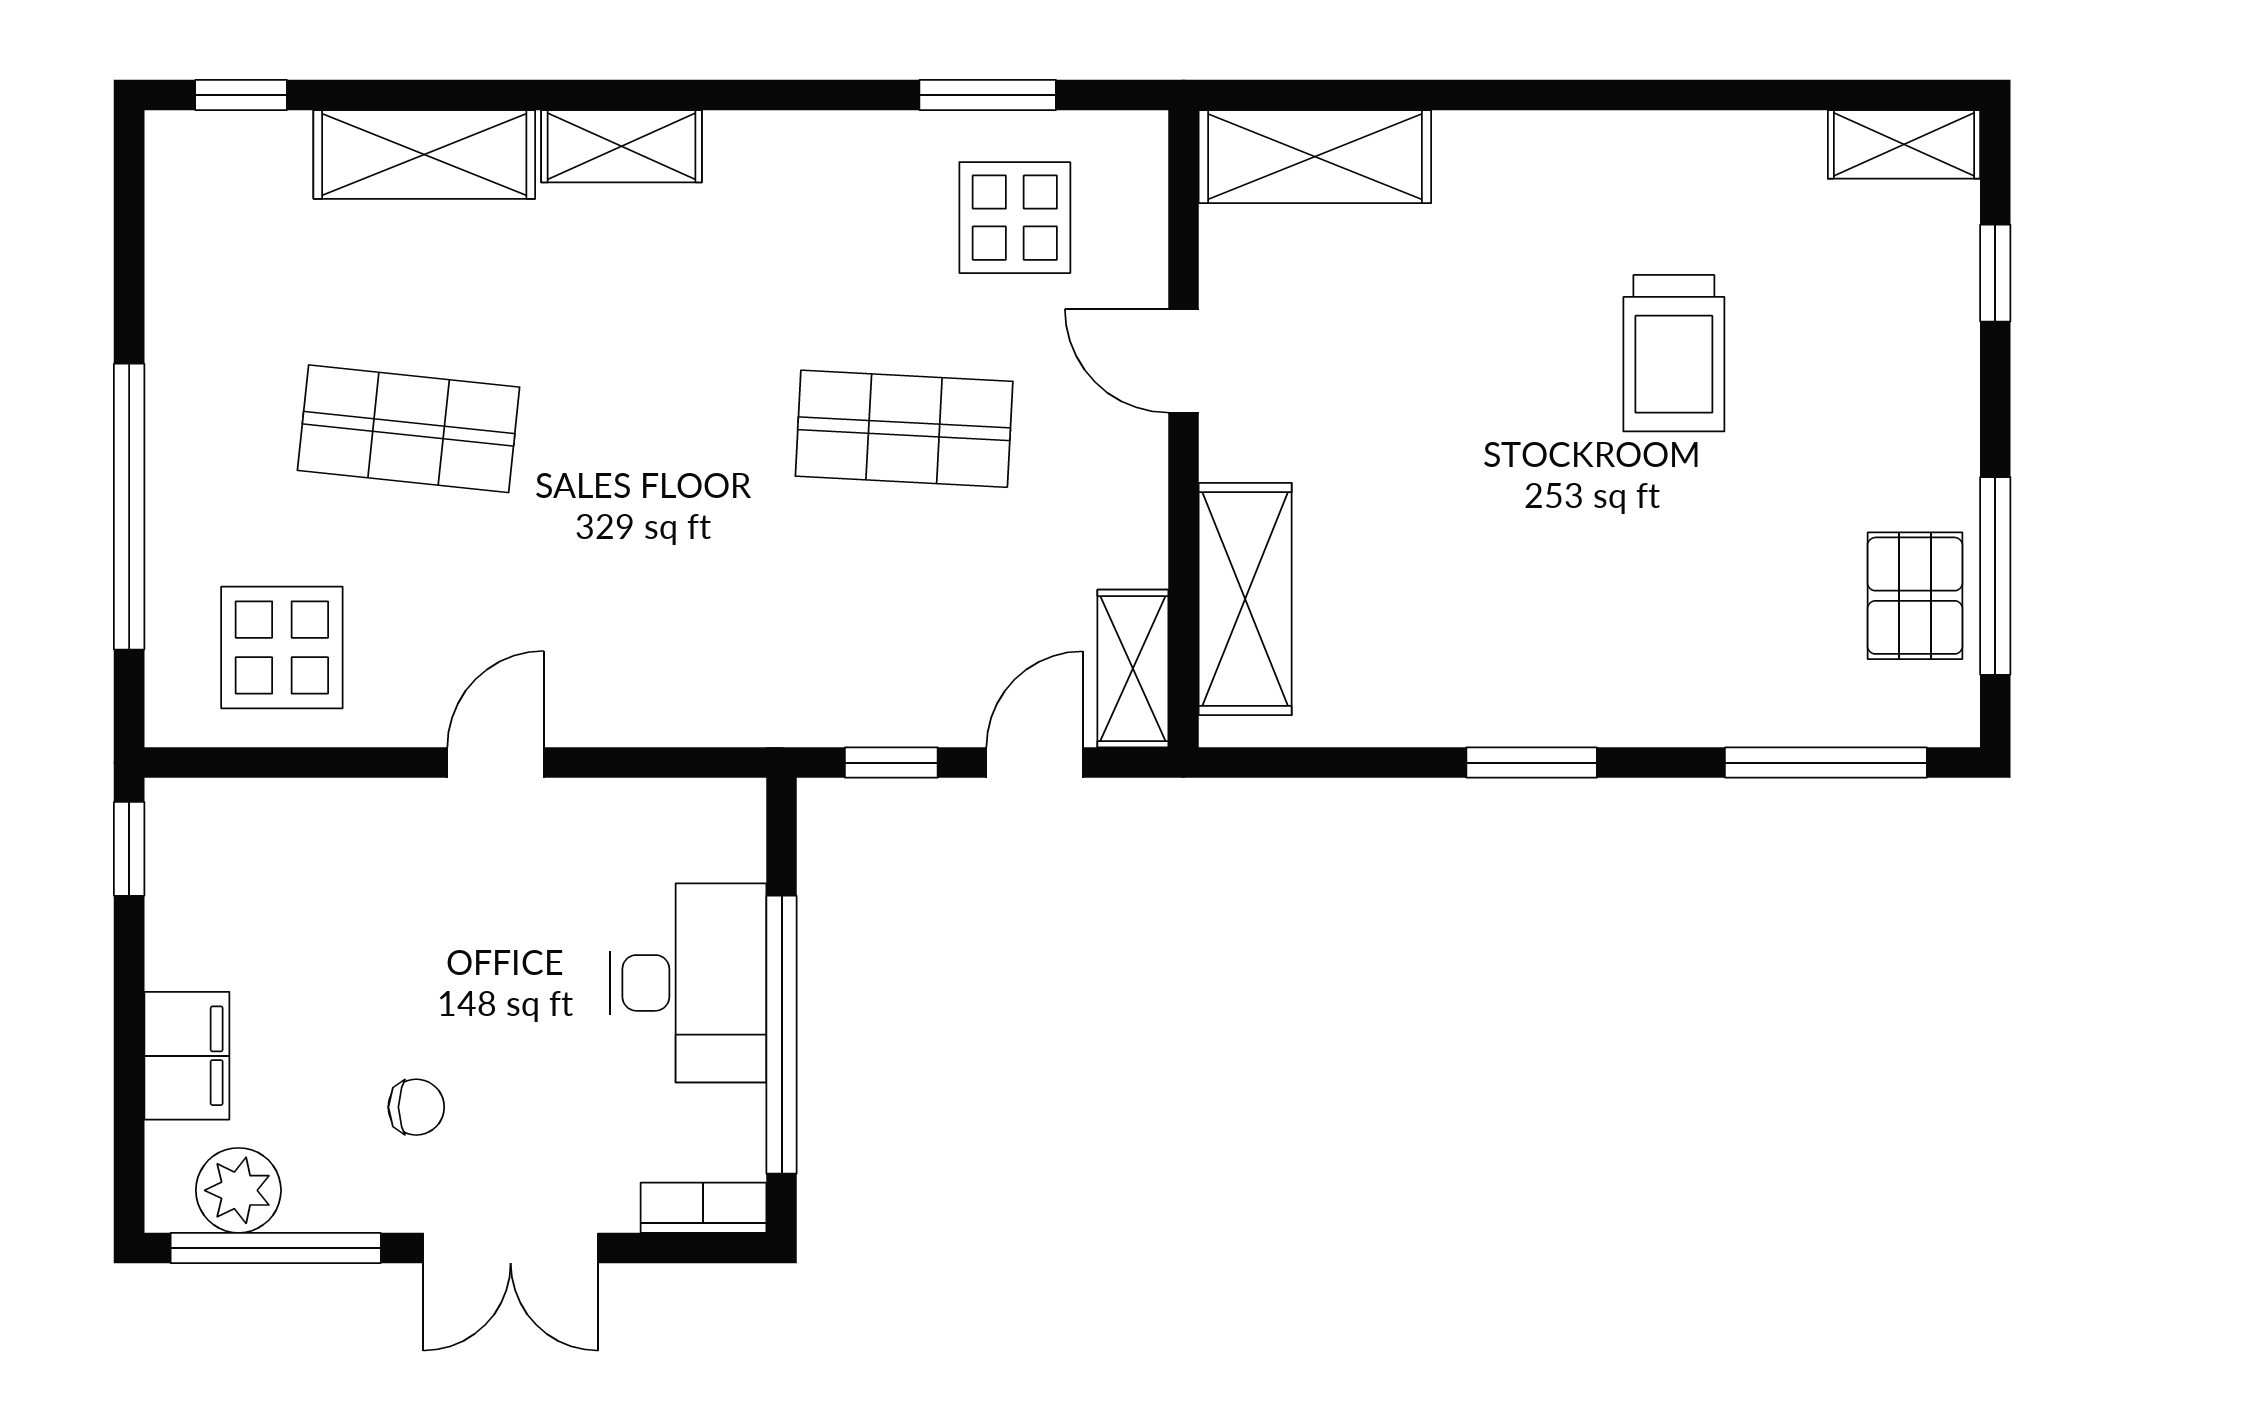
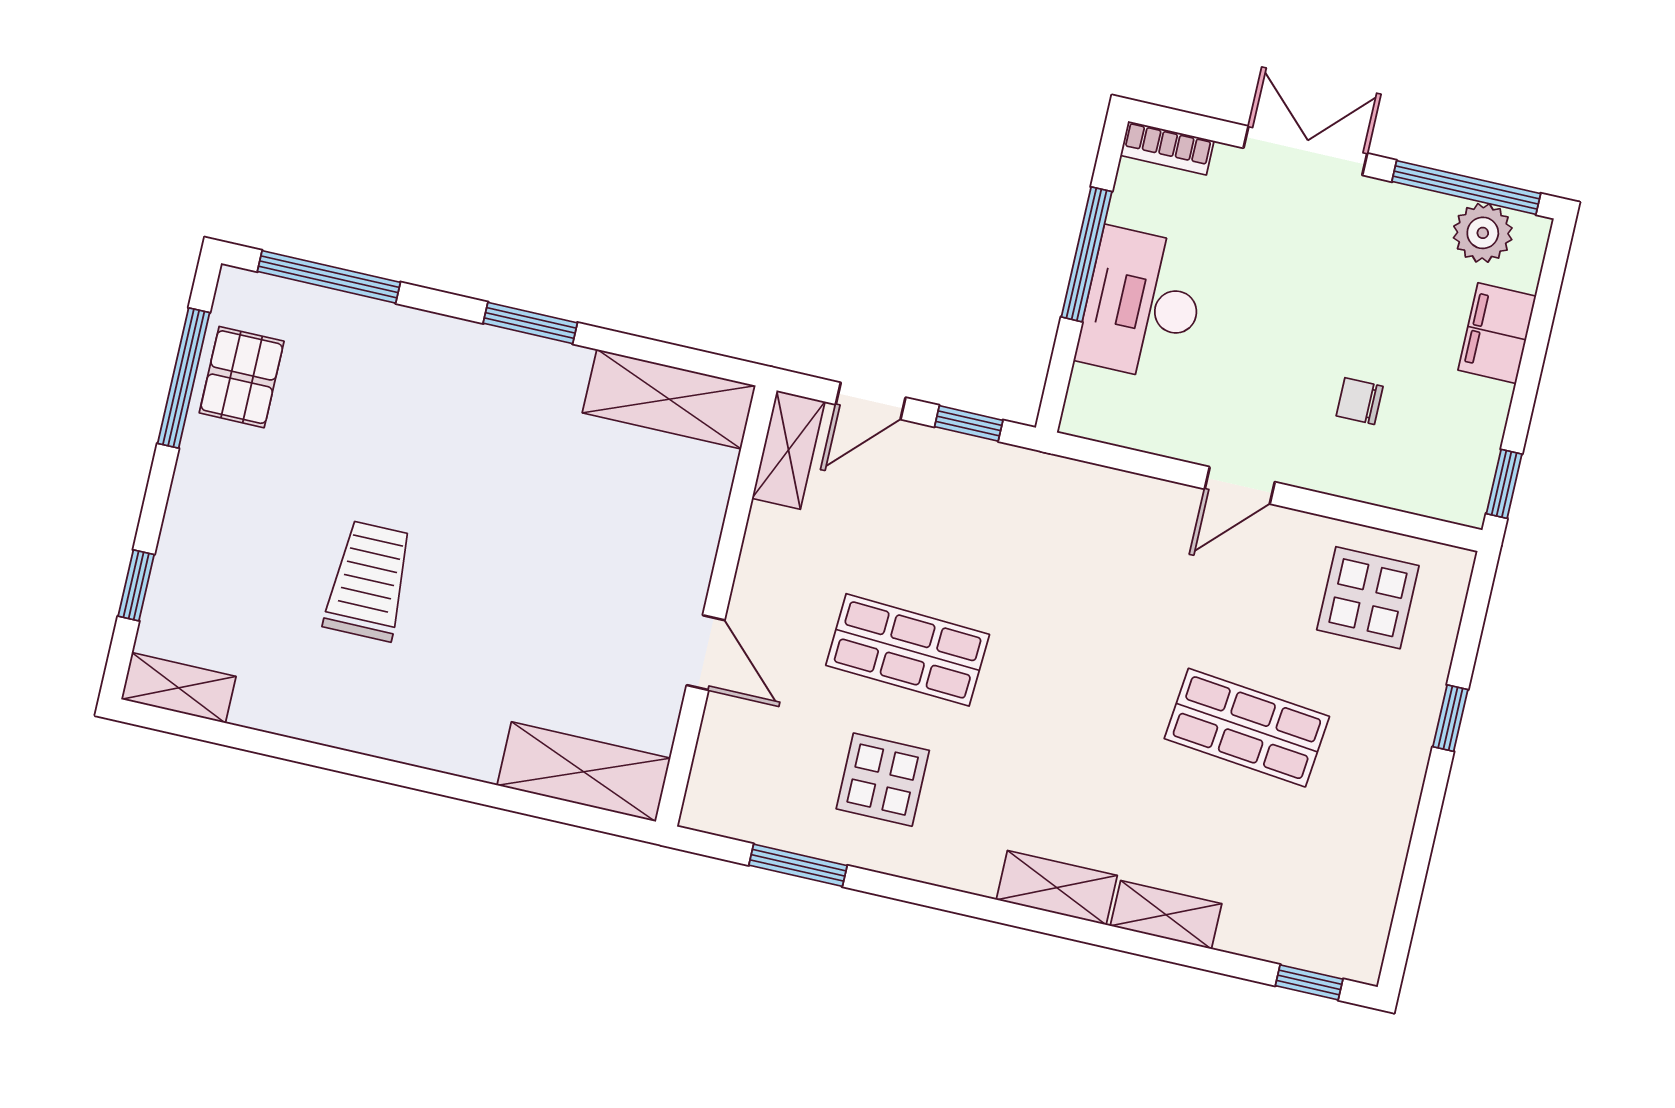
shelving: (424, 154) -> (1166, 915), width x0.67, depth x0.75
display table: (1015, 218) -> (883, 780), moved
window: (129, 507) -> (1450, 718), width x0.32
shelving: (1245, 599) -> (669, 399), moved, turned 90
window: (782, 1035) -> (1087, 254), width x0.68
chair: (416, 1107) -> (1360, 401), moved

